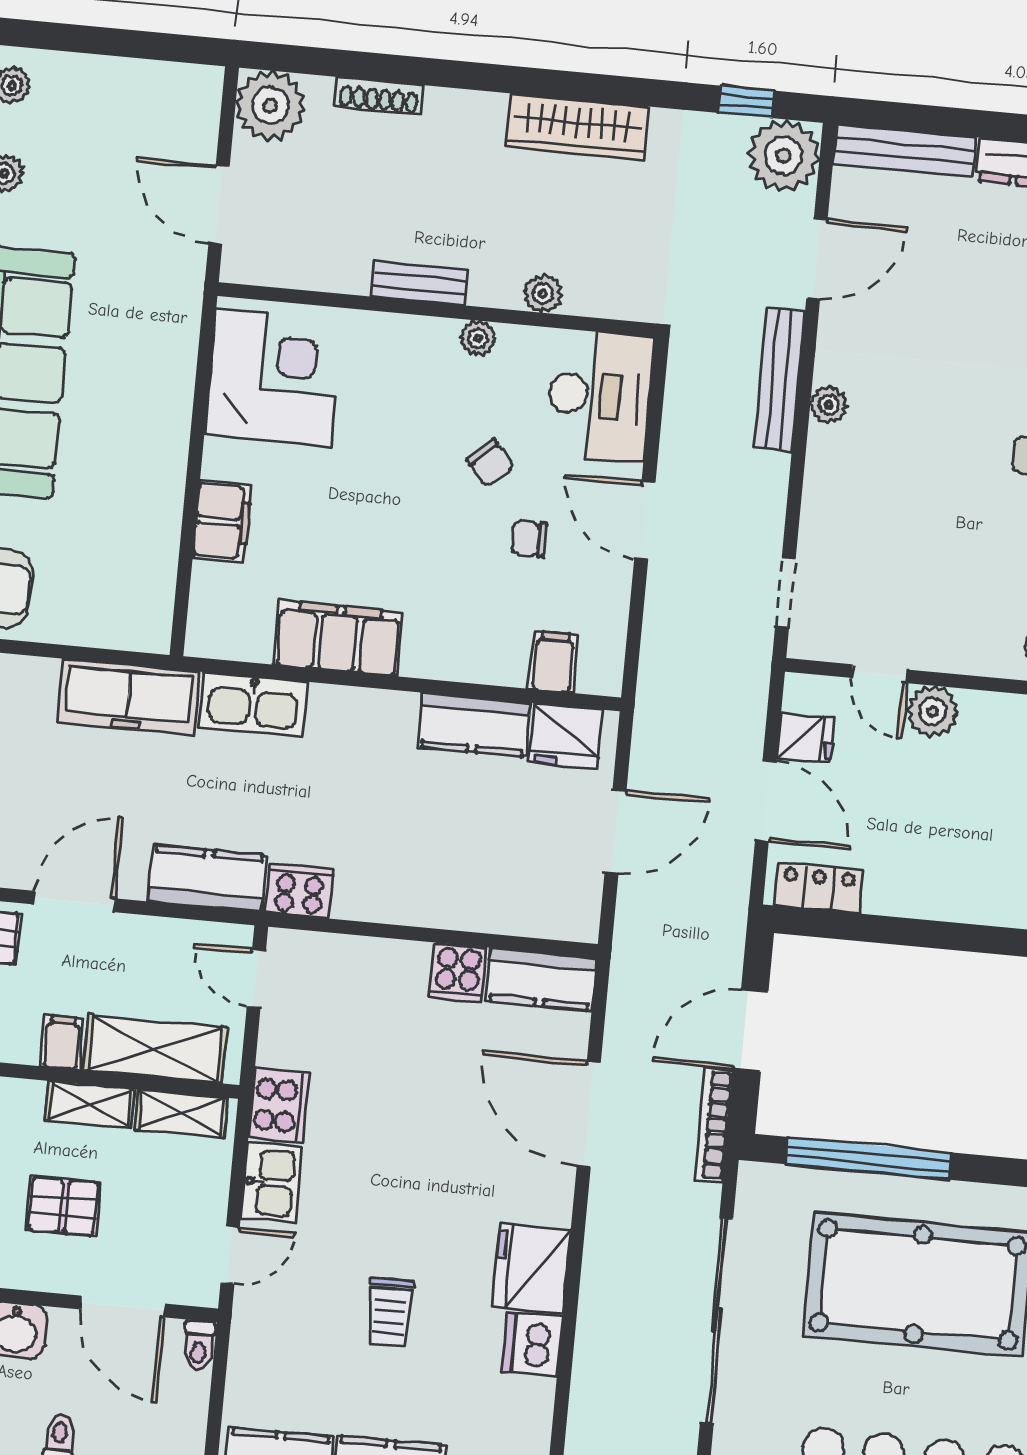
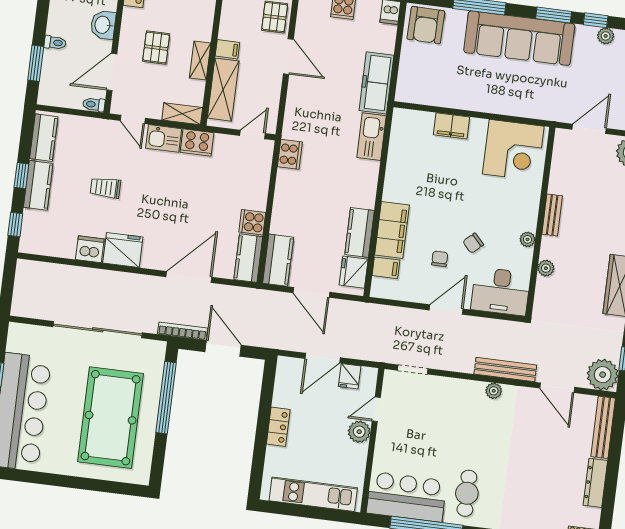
filing cabinet: (338, 638) -> (392, 230), moved
kitchen counter: (207, 878) -> (278, 260), moved
locker: (819, 888) -> (278, 427), moved
shelving: (181, 1114) -> (182, 114), moved, turned 90

